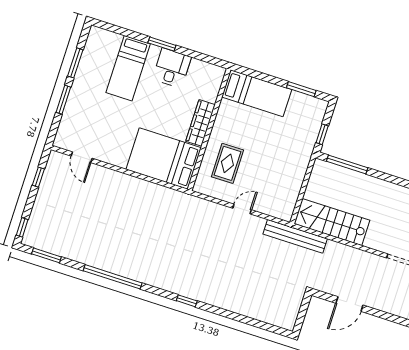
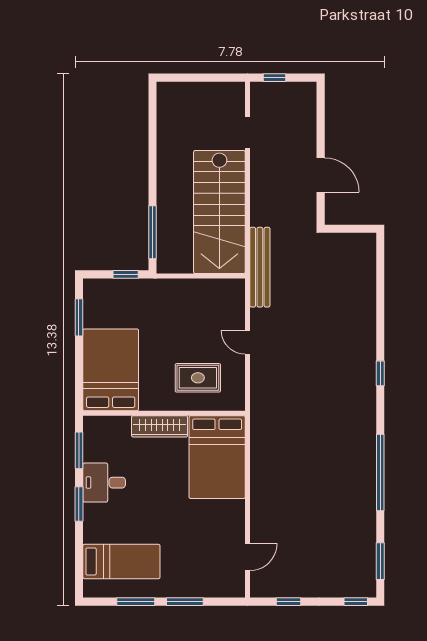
window: (202, 57) -> (79, 450), added
bed: (128, 68) -> (121, 561), moved
bed: (257, 93) -> (111, 370), width x1.50
stairs: (332, 222) -> (219, 212), width x1.36, depth x1.51

